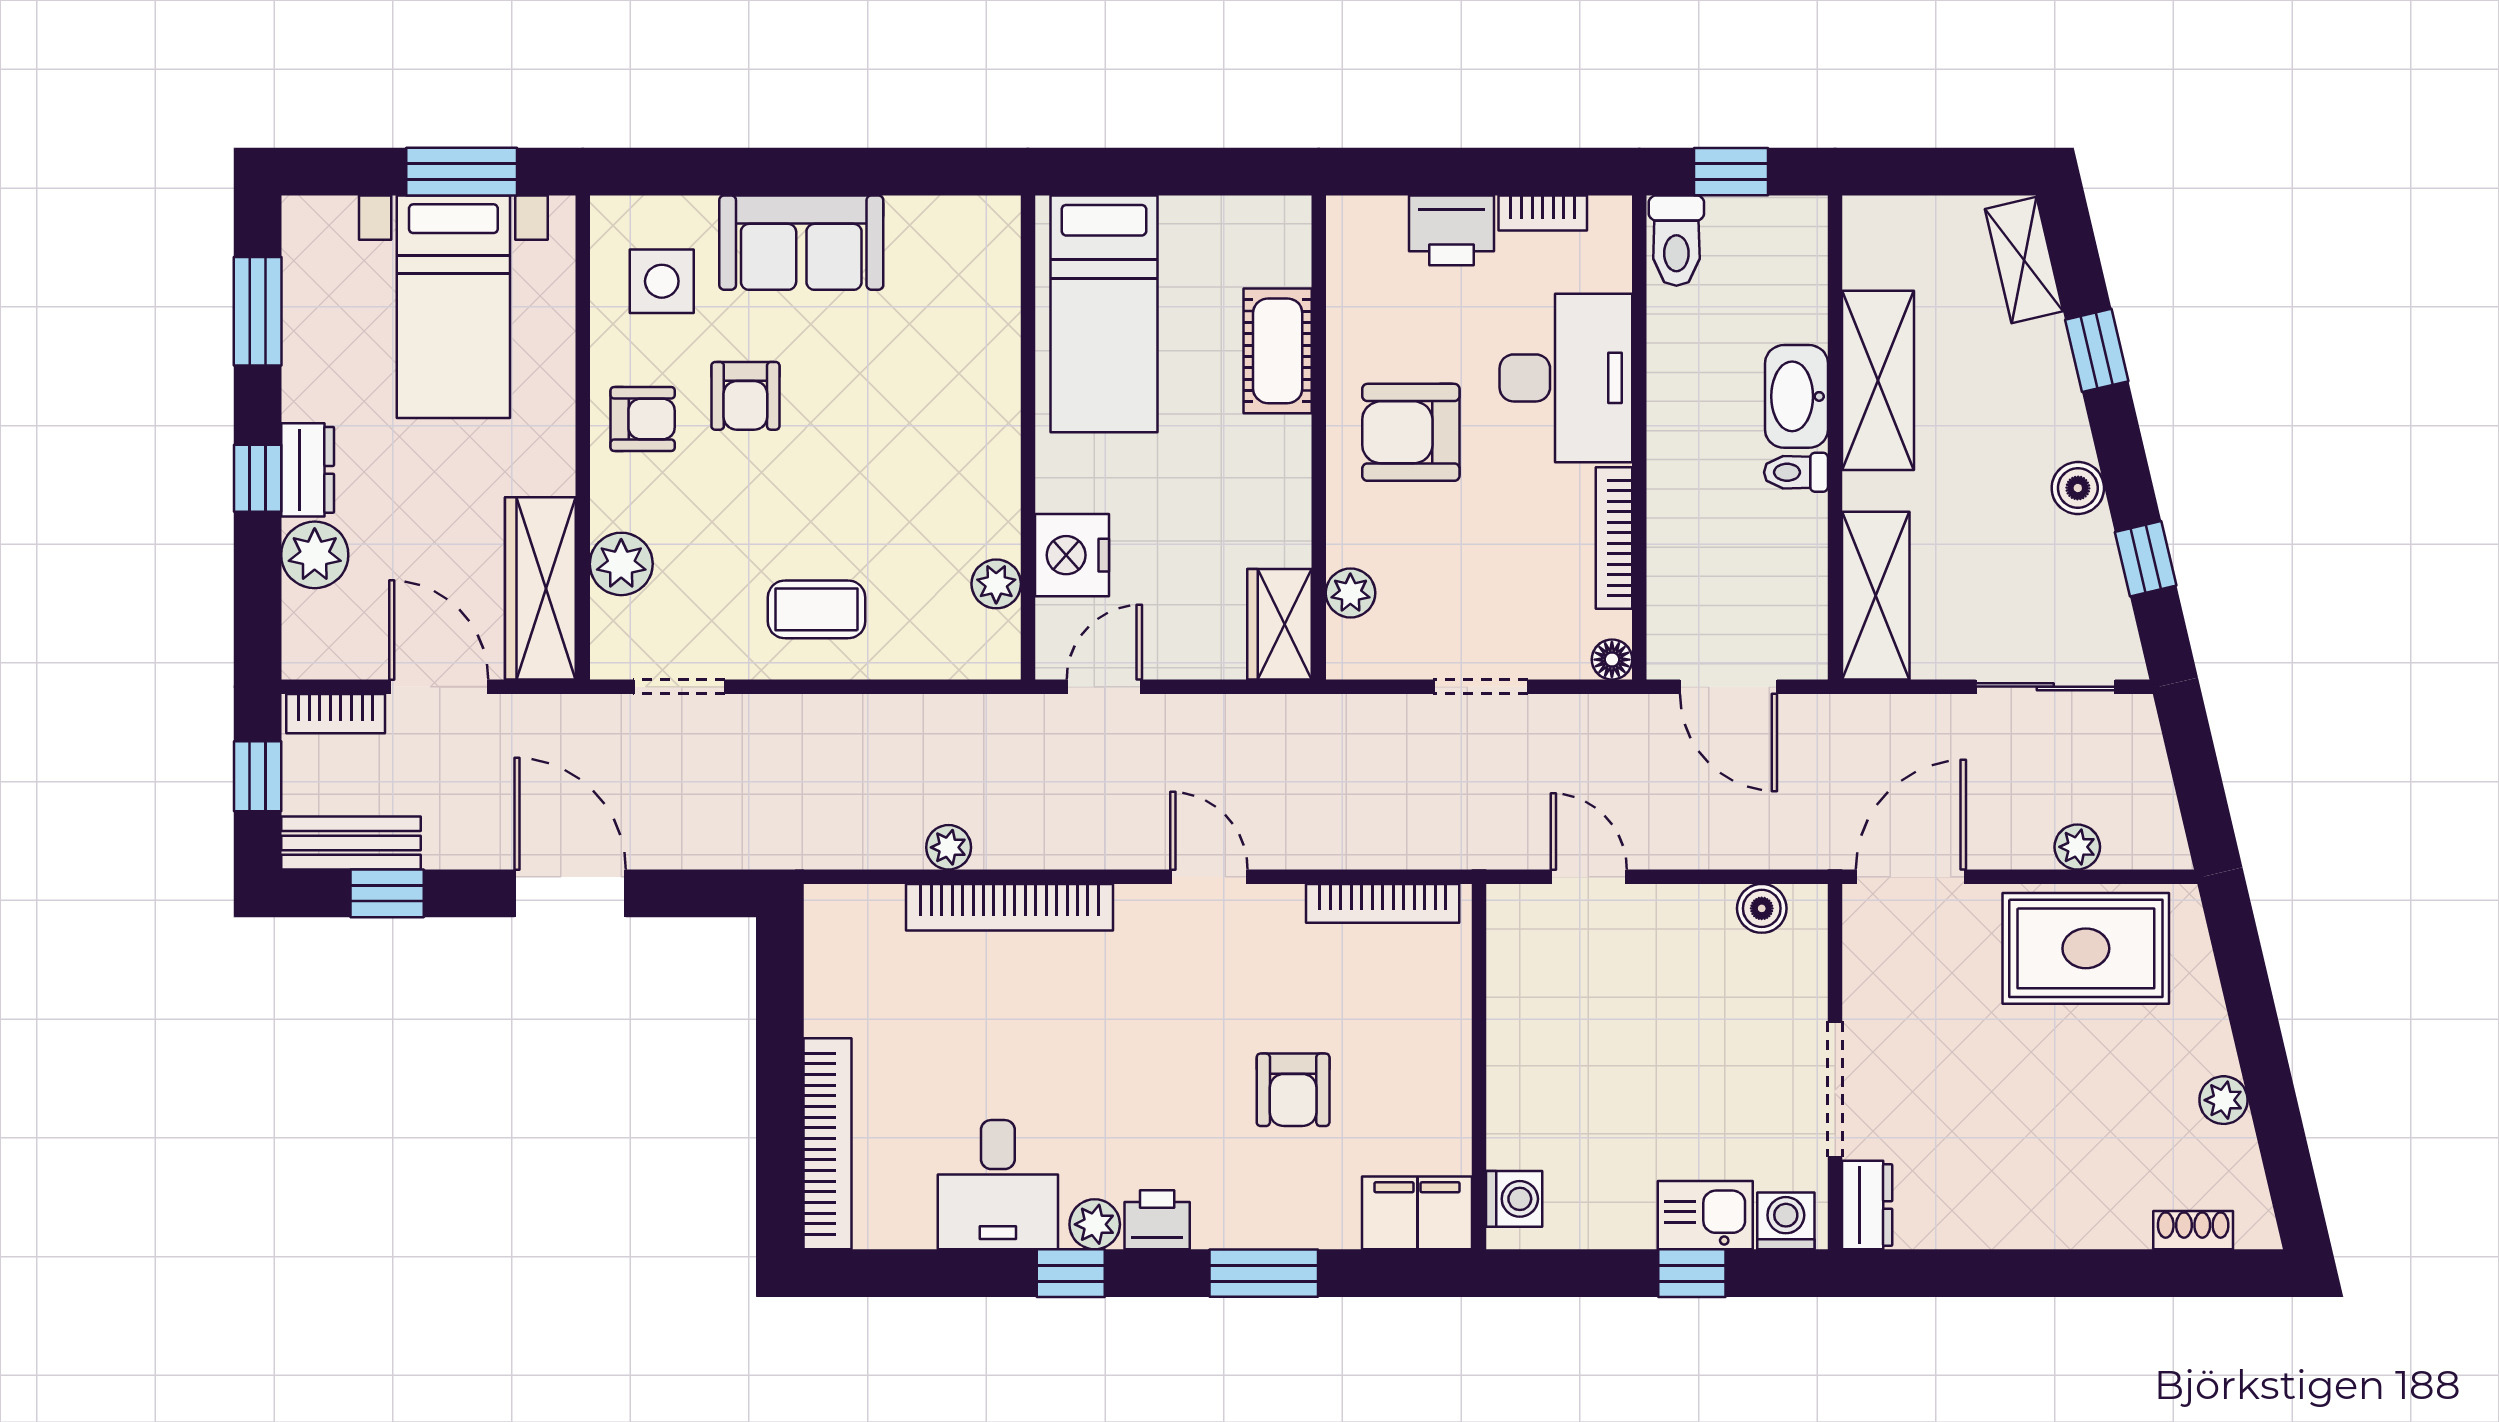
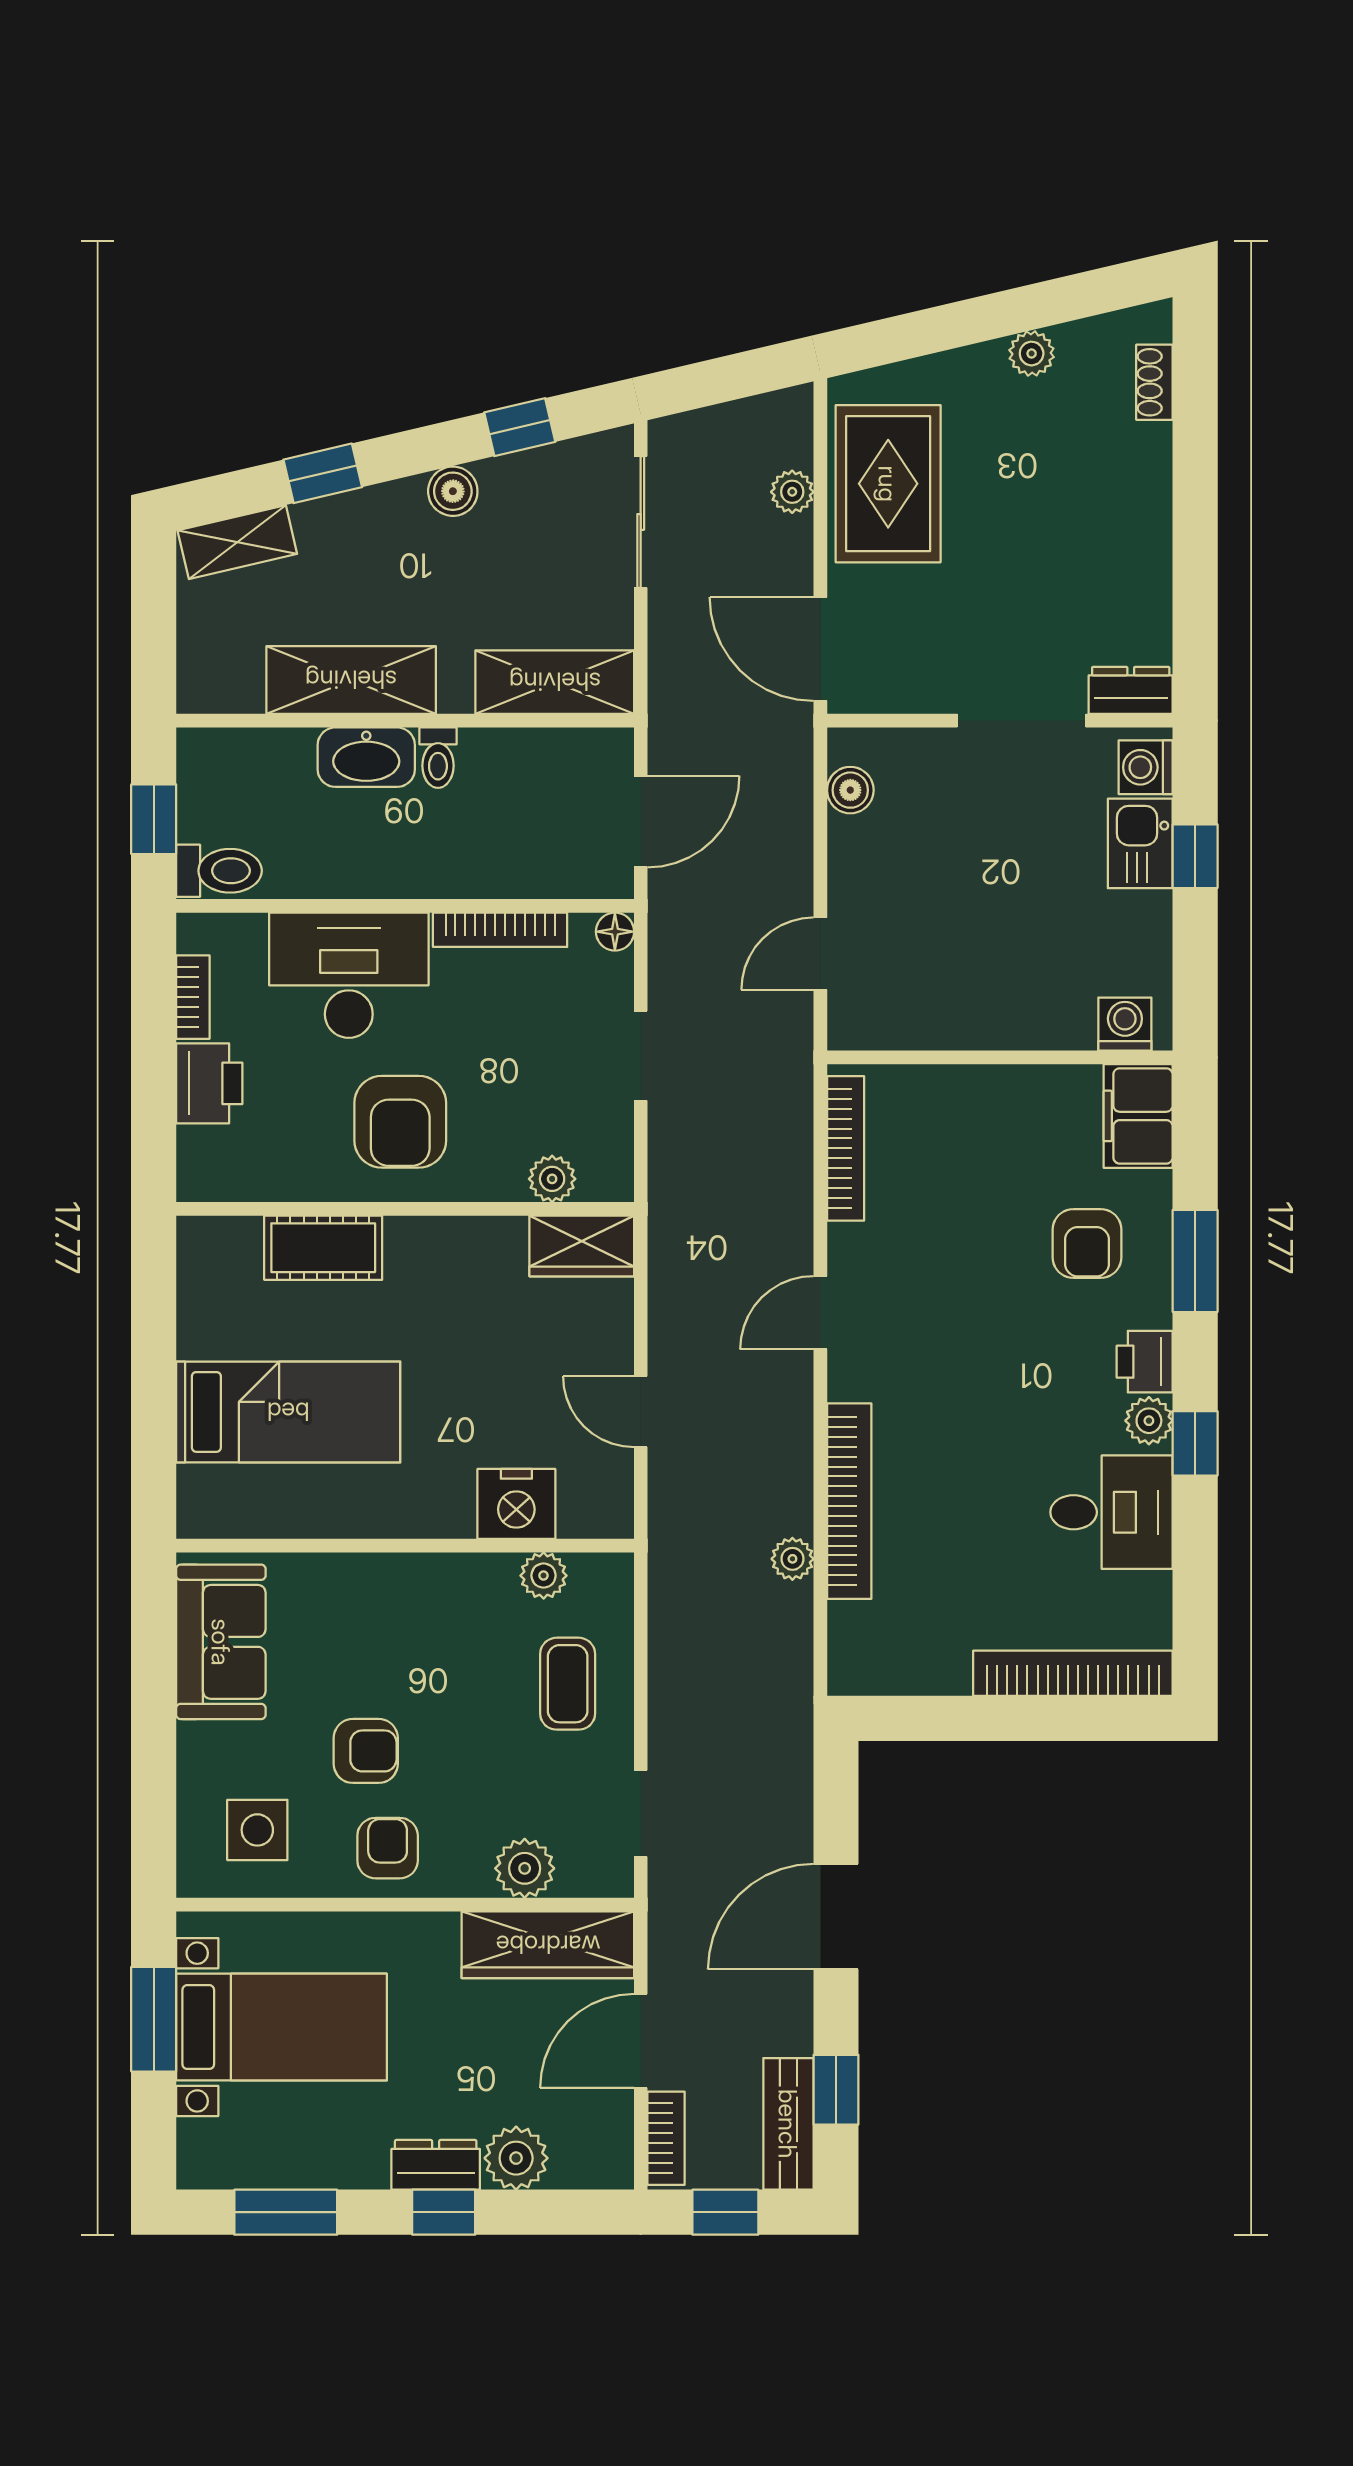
sofa: (801, 243) -> (221, 1642), moved
wall: (1028, 437) -> (405, 1546), moved
nightstand: (1072, 555) -> (516, 1504), moved
plant: (996, 584) -> (544, 1576), moved
armchair: (1293, 1090) -> (1087, 1244), moved, turned 90

